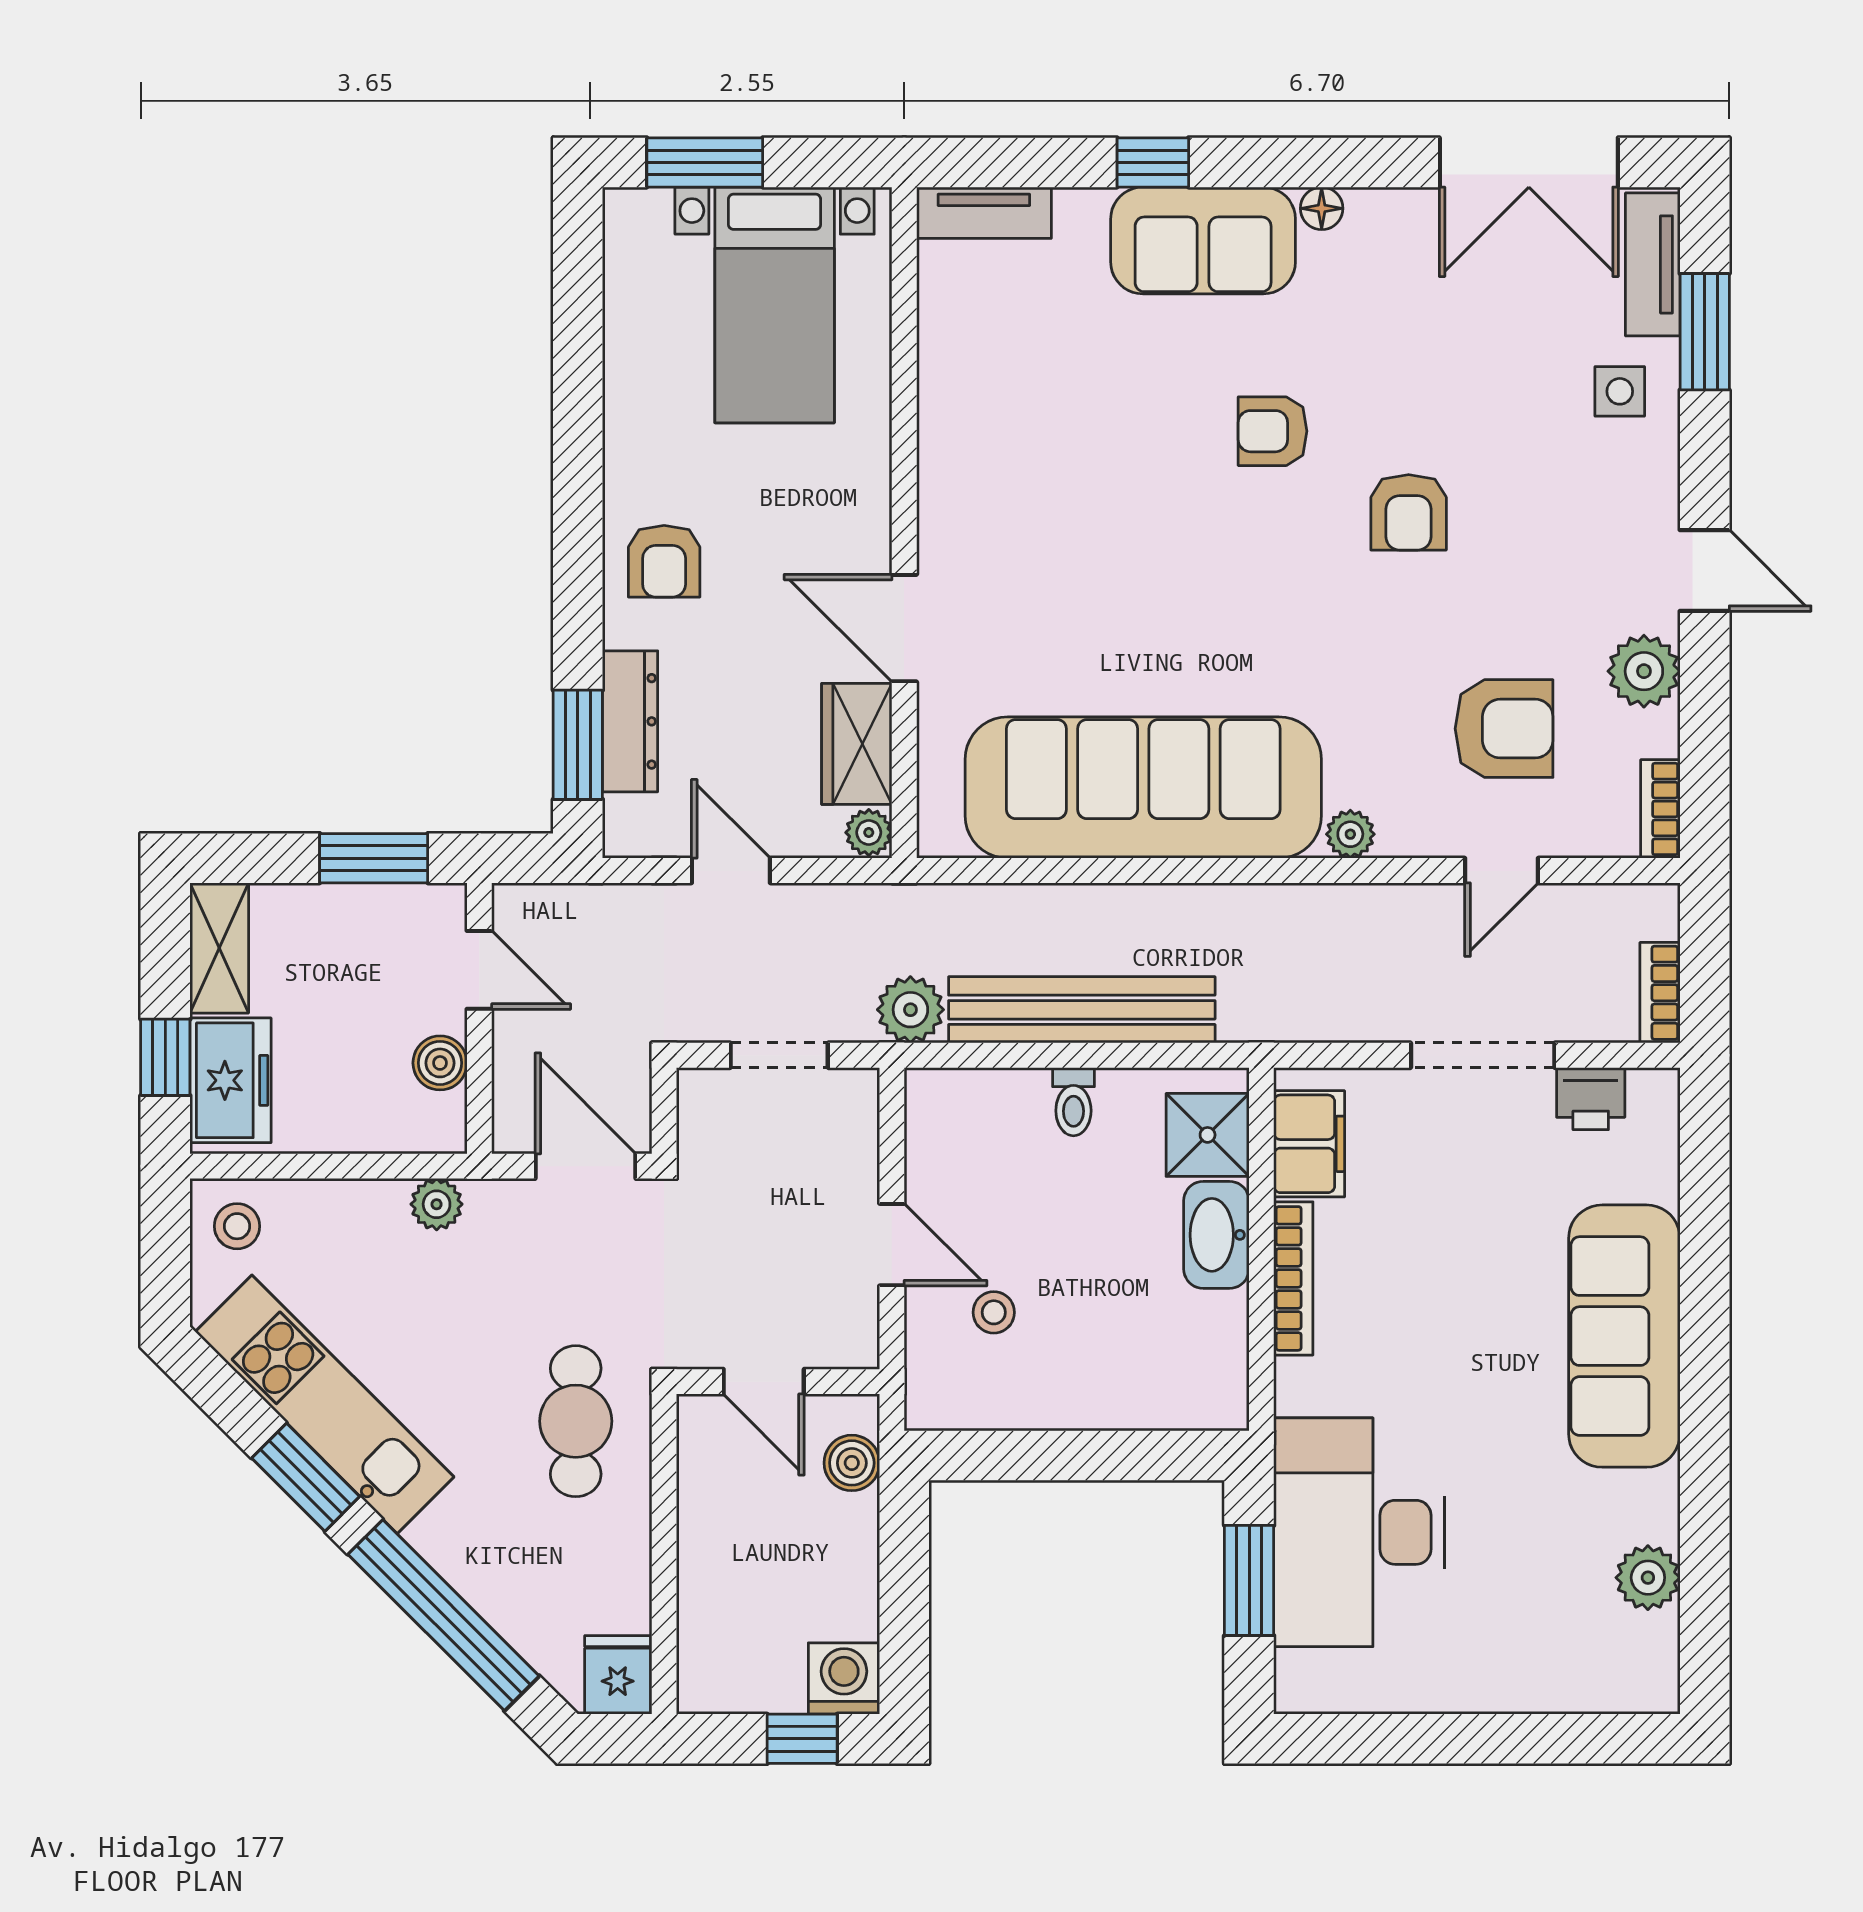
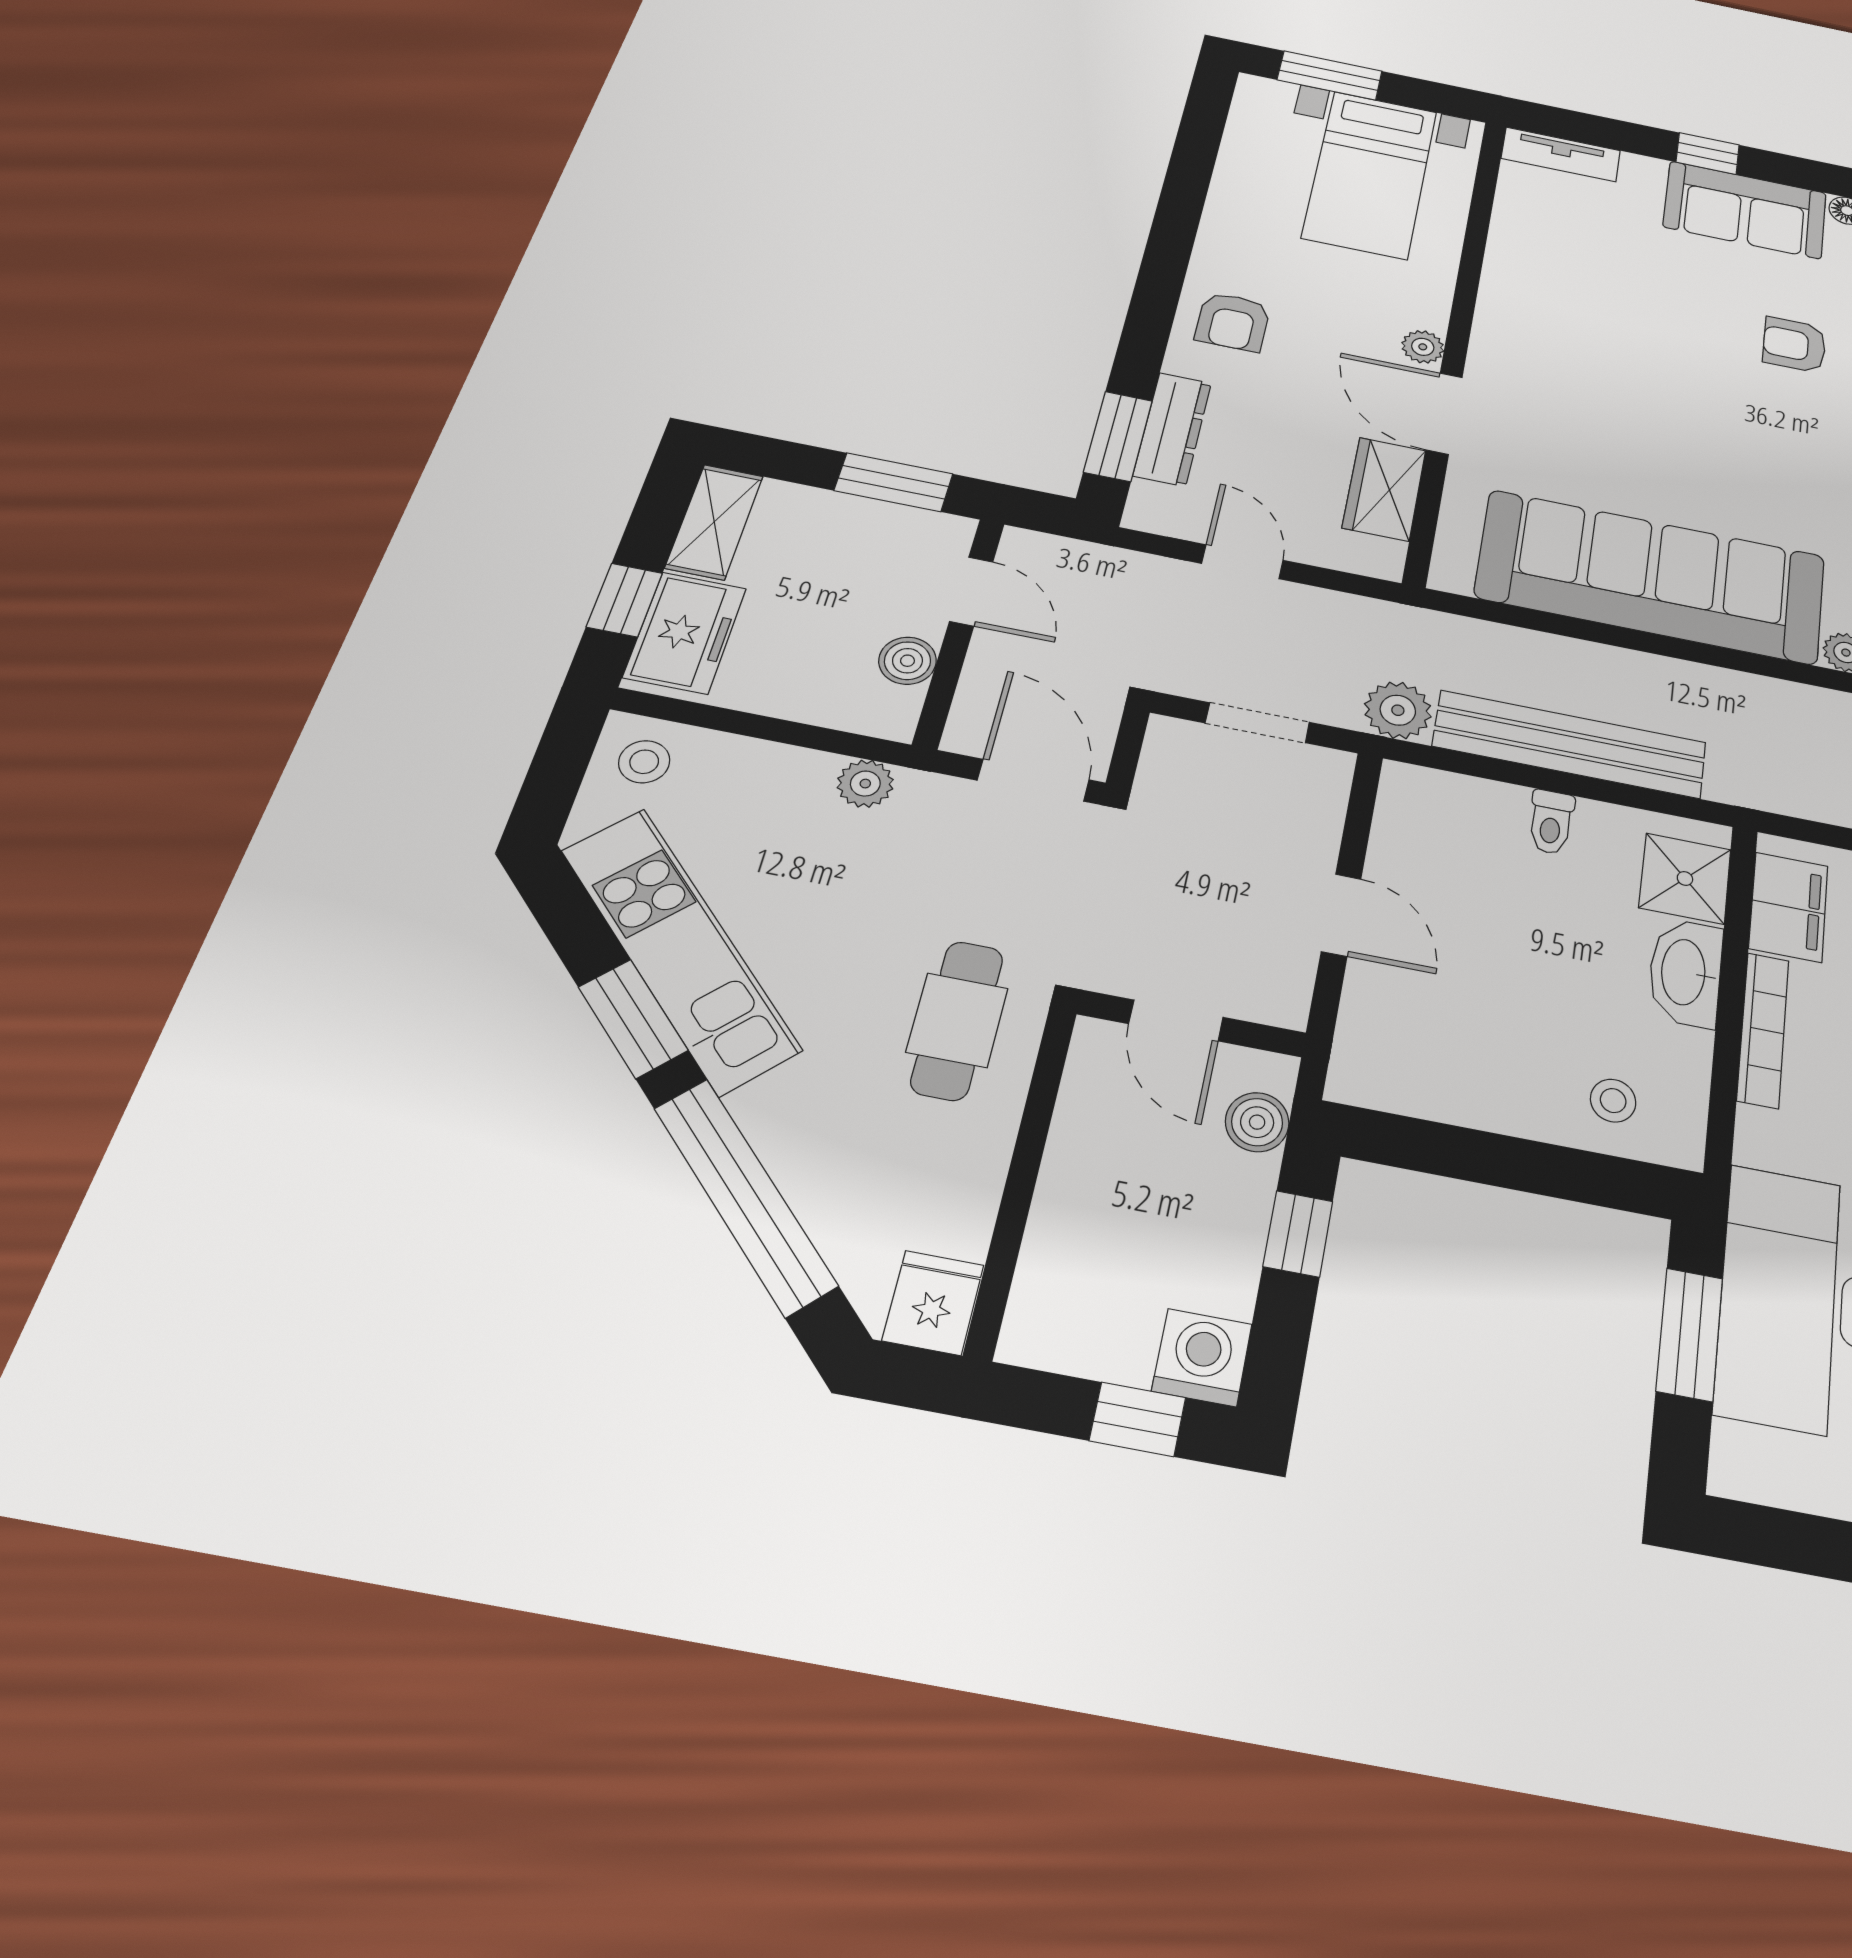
plant: (869, 832) -> (1423, 347), moved
stool: (994, 1312) -> (1613, 1101), moved
window: (904, 1557) -> (1298, 1234), added

